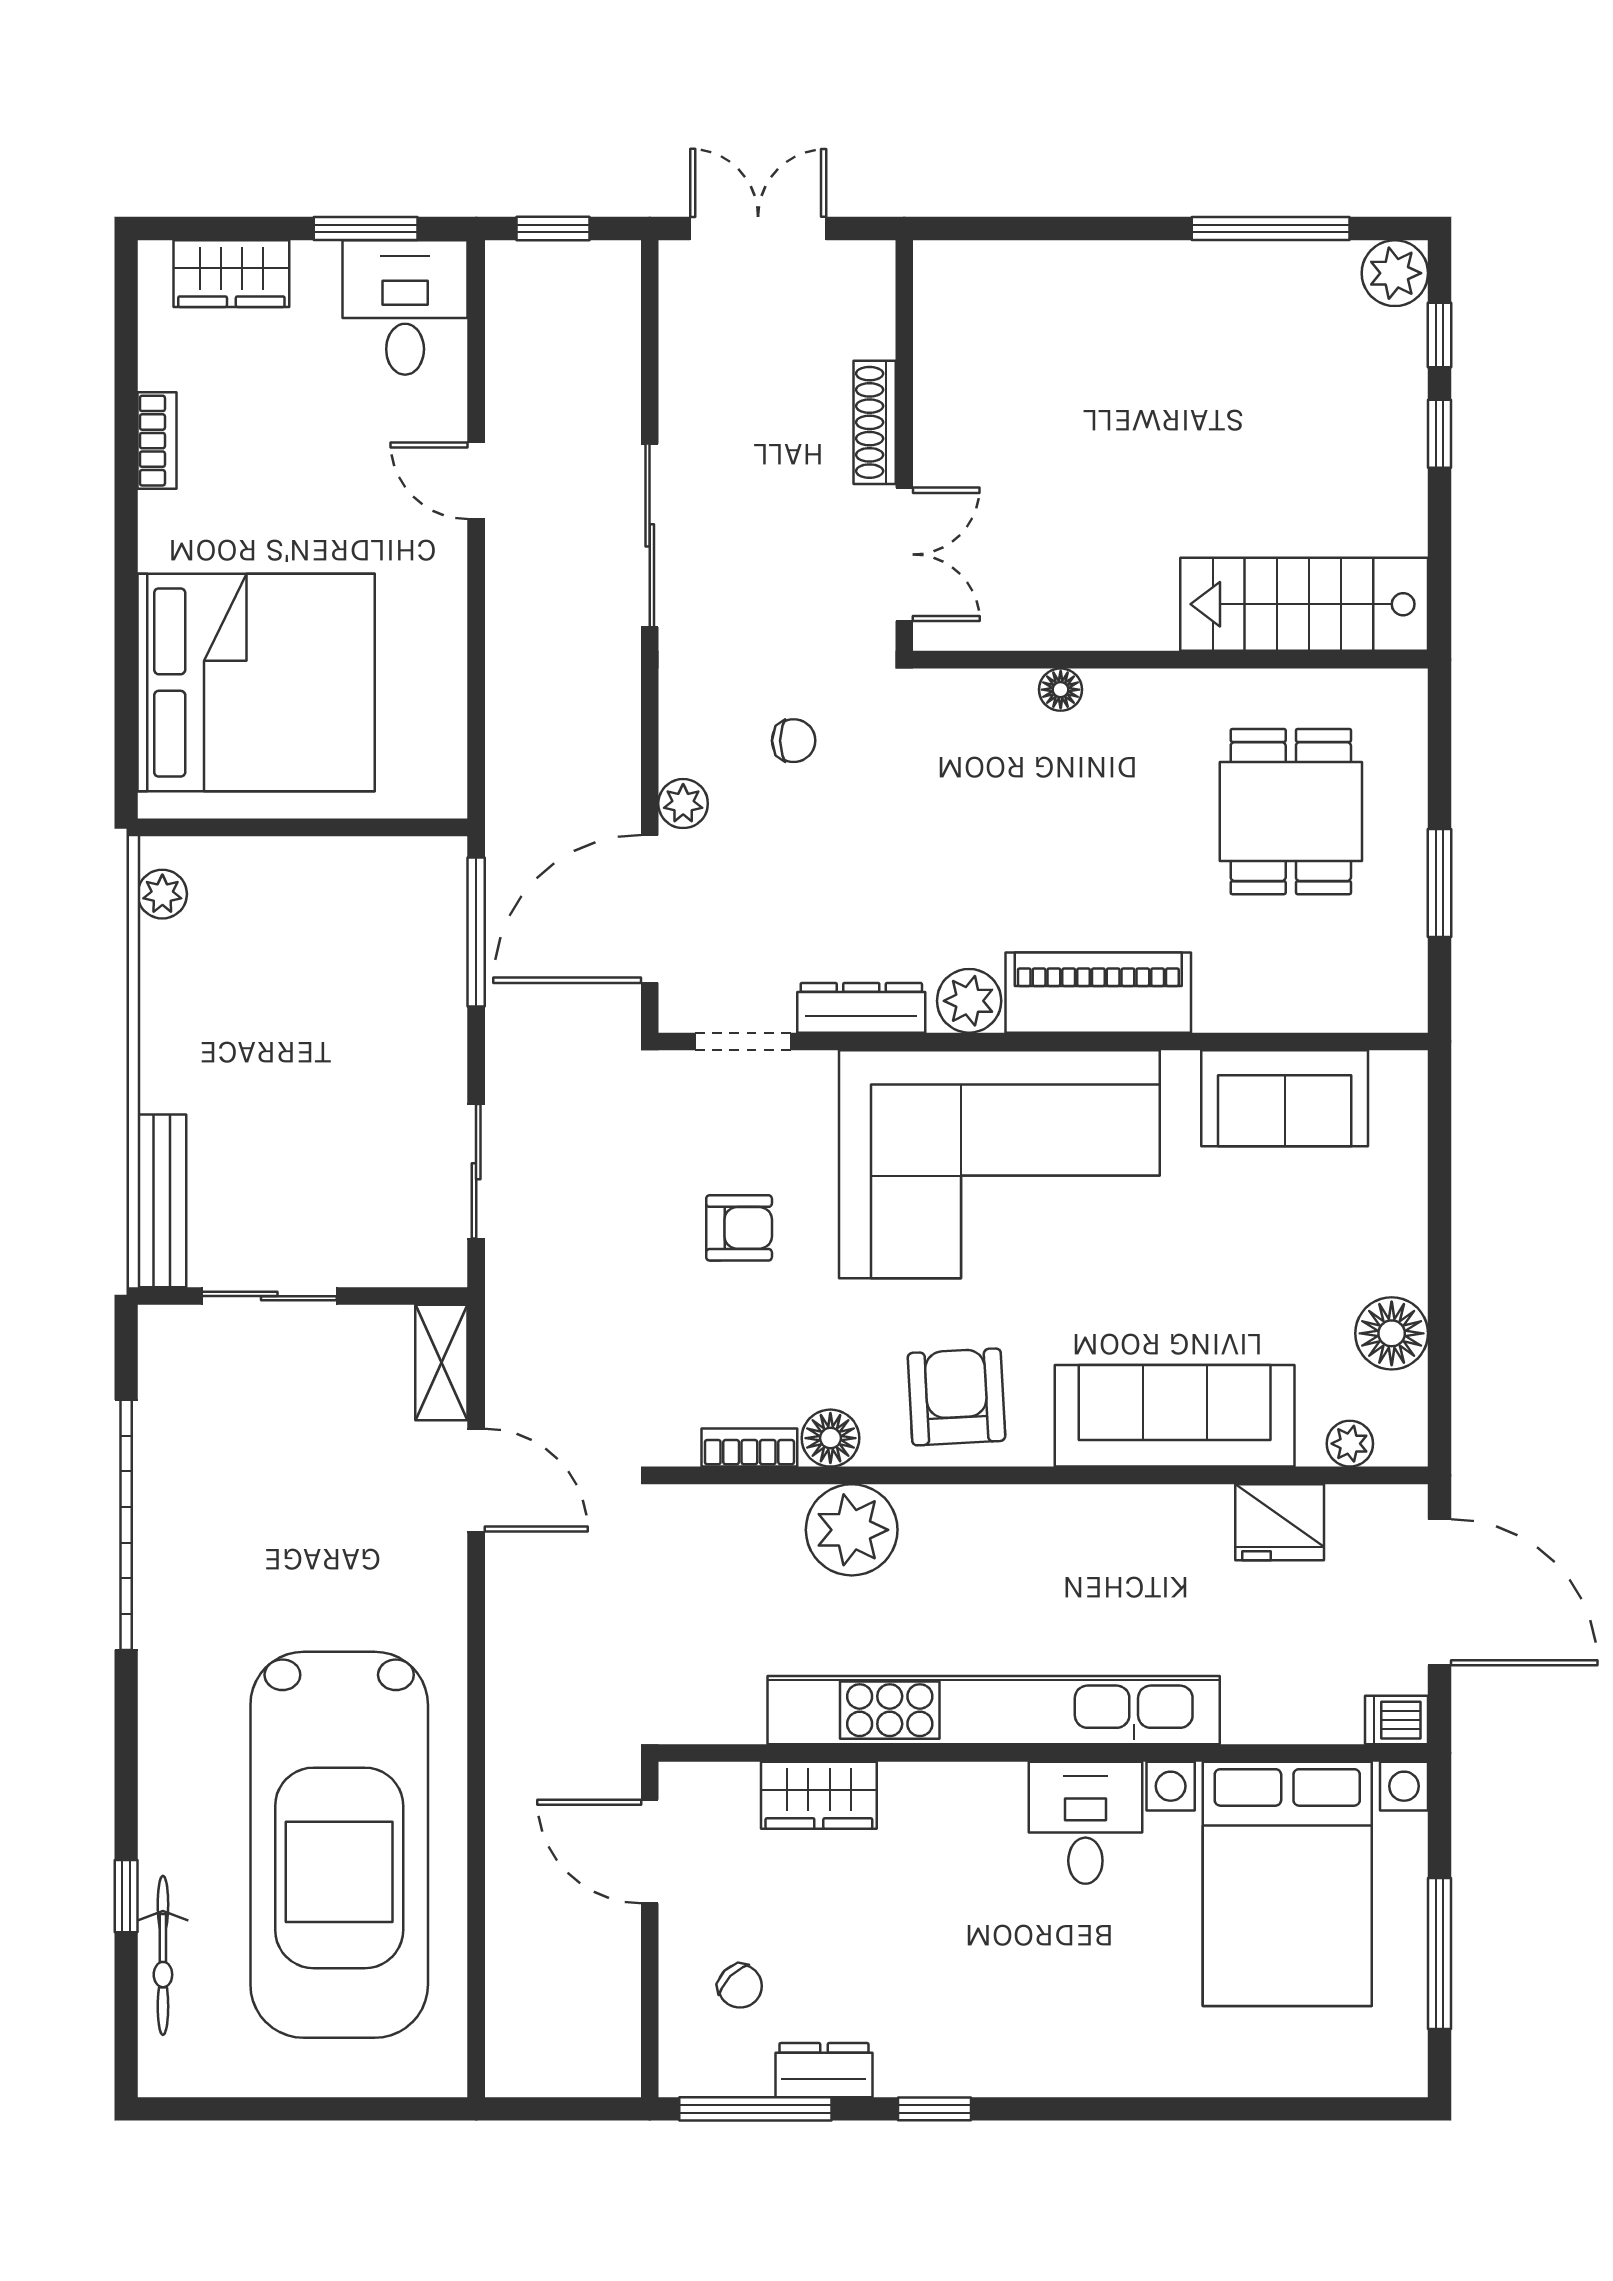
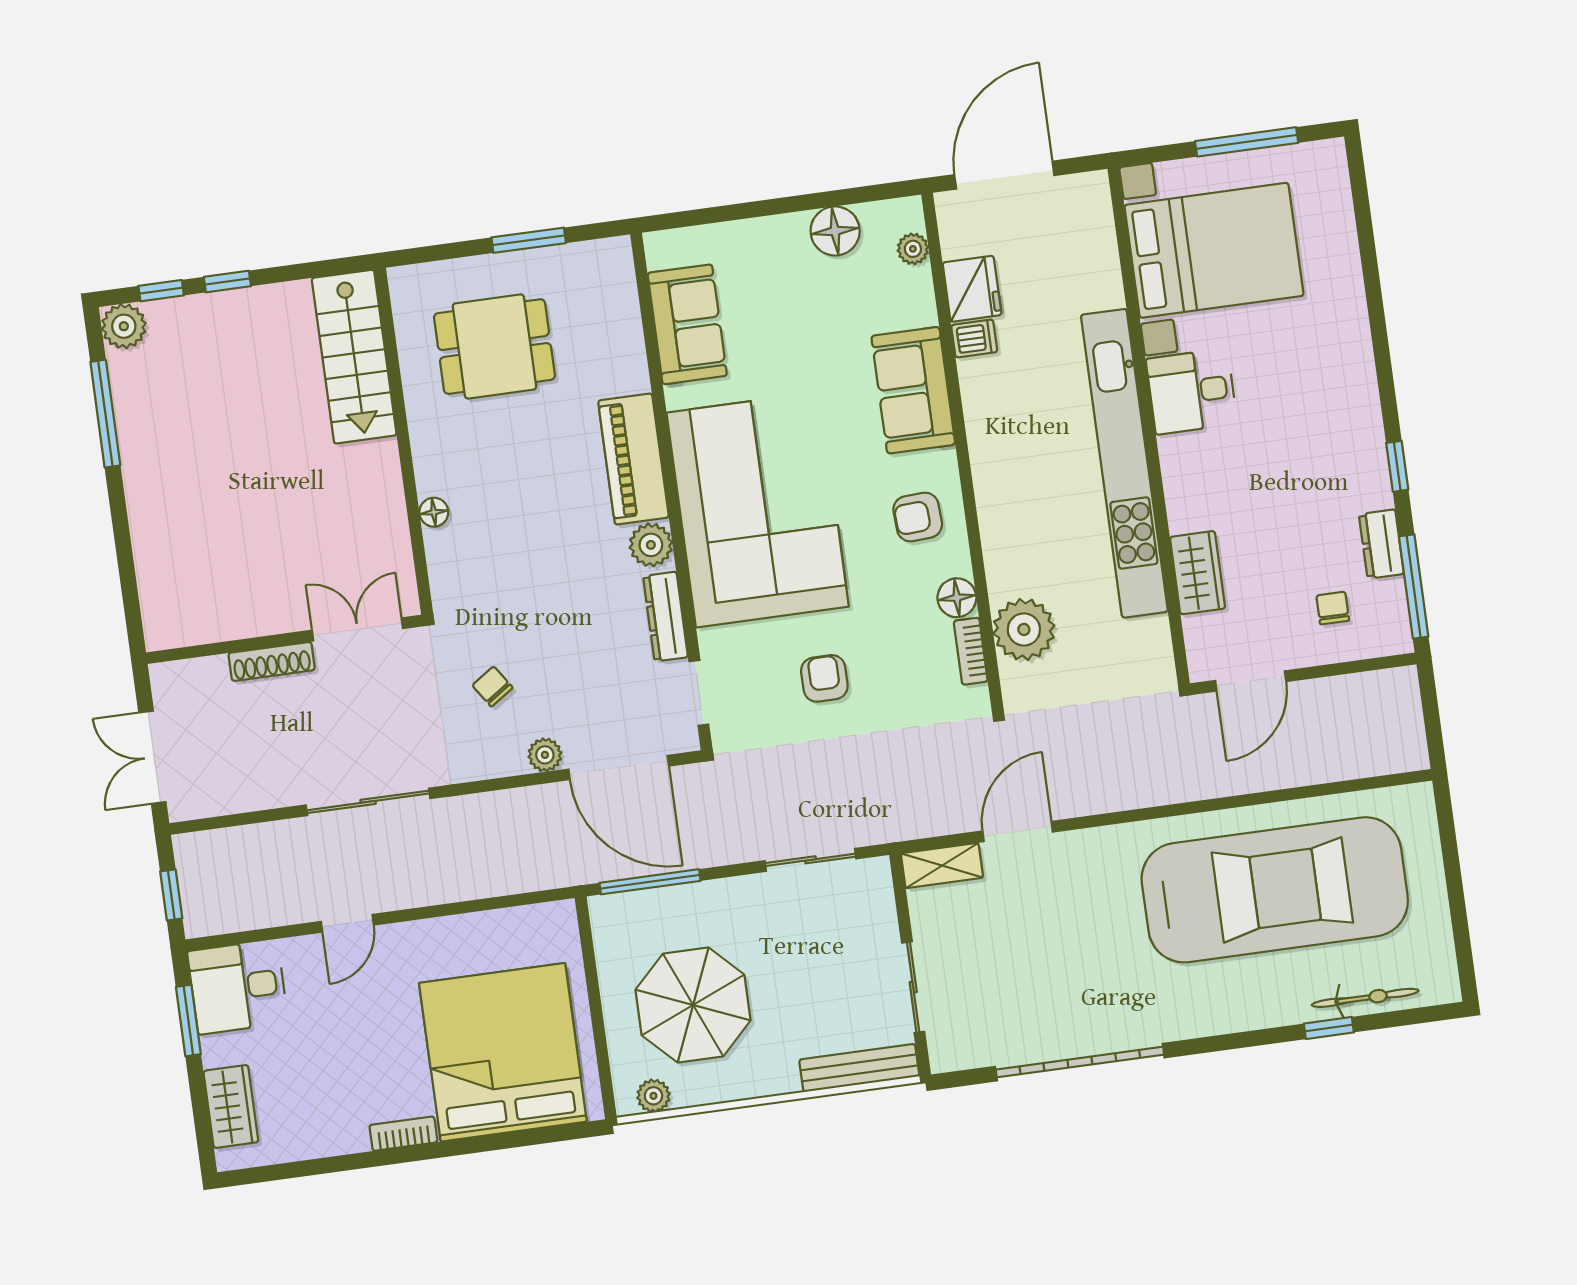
bookcase: (157, 441) -> (403, 1134), moved
chair: (794, 741) -> (493, 687), turned -34
parasol: (287, 970) -> (693, 1005), added
armchair: (956, 1397) -> (918, 517), width x0.72, depth x0.72
sofa: (1175, 1416) -> (913, 390), width x0.73
plant: (852, 1530) -> (1024, 629), moved
dishwasher: (1397, 1720) -> (974, 339), moved, turned -90
chair: (740, 1986) -> (1333, 608), turned -45

